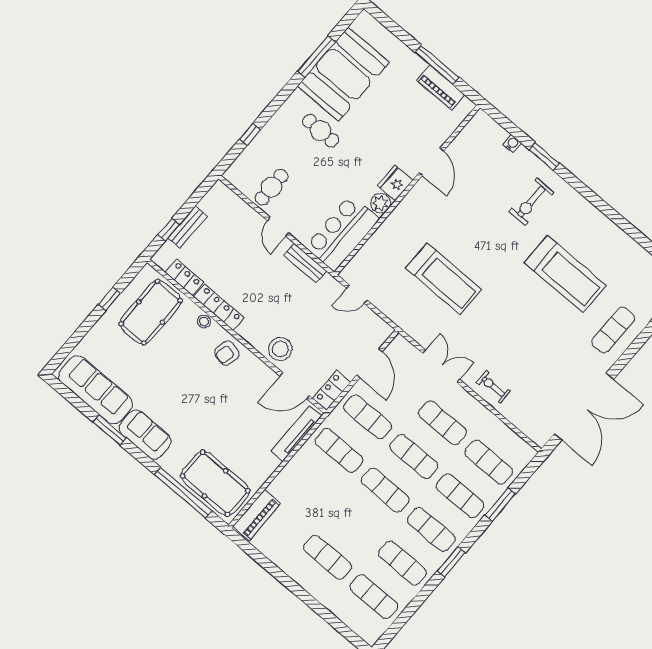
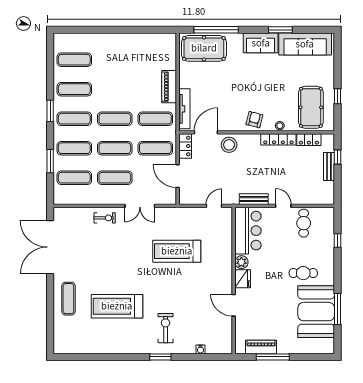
window: (544, 156) -> (160, 357), moved
piano: (257, 515) -> (169, 87), moved
exercise mat: (328, 557) -> (115, 60), removed

